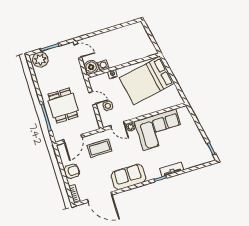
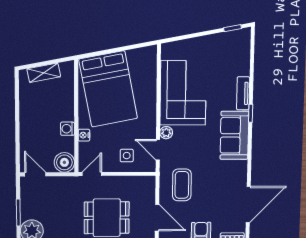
shelving: (144, 37) -> (44, 73), added
door: (78, 51) -> (35, 174), hinge flipped
washing machine: (103, 66) -> (68, 129), moved
door: (92, 98) -> (92, 174), moved
door: (118, 125) -> (158, 150), swing flipped
sofa: (128, 177) -> (234, 135), moved

